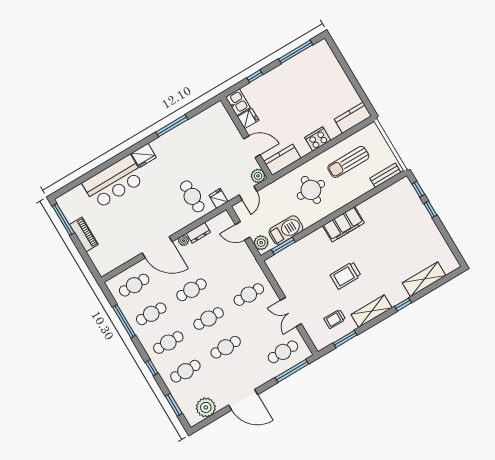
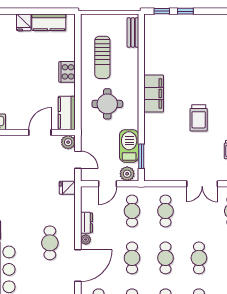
kitchen counter: (353, 118) -> (49, 22), moved, turned -90
fridge: (248, 119) -> (24, 22), moved, turned 180
cafe table: (192, 196) -> (50, 243), moved, turned 90
cafe table: (232, 266) -> (132, 211), added

